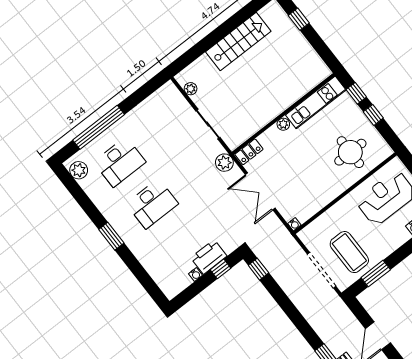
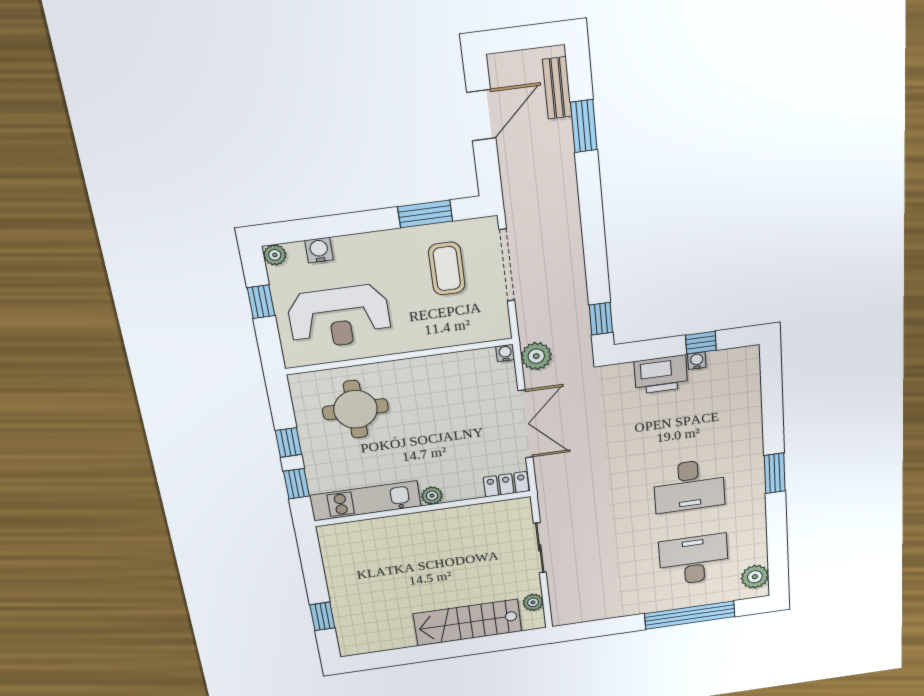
stairs: (238, 42) -> (468, 623), moved
plant: (224, 163) -> (536, 356), moved
desk: (152, 204) -> (689, 486), turned 180
coffee table: (349, 252) -> (447, 269), width x0.73, depth x0.76
window: (221, 269) -> (701, 343), moved

